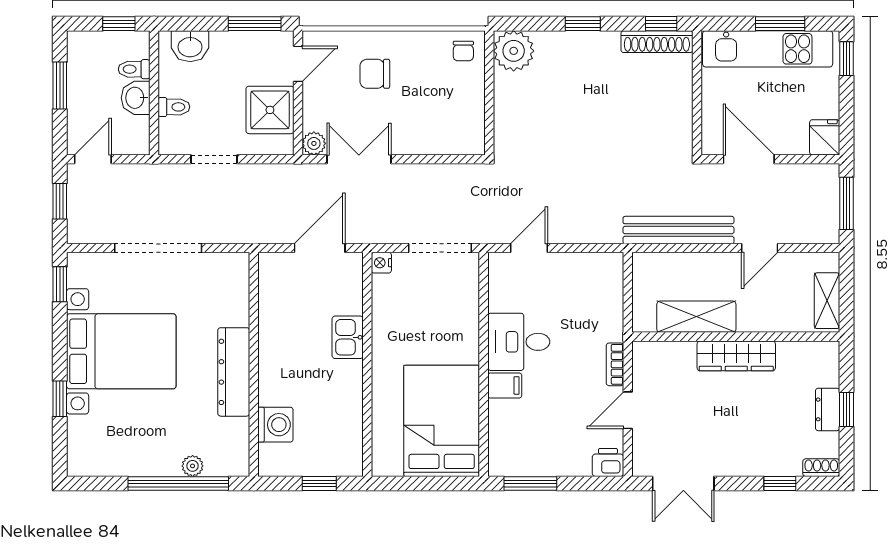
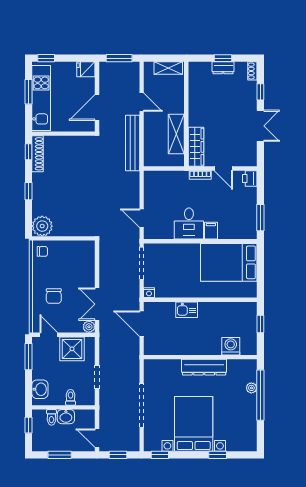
wardrobe: (736, 356) -> (196, 147), moved
double door: (683, 483) -> (260, 126), moved

